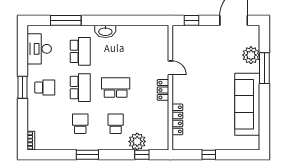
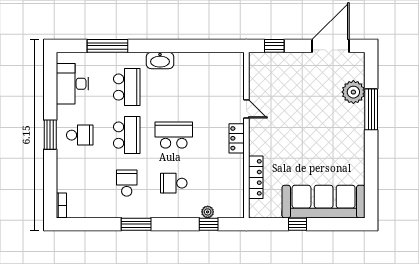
sofa: (247, 104) -> (324, 202), moved, turned 90
school desk: (116, 124) -> (174, 183), turned -90
plant: (137, 141) -> (208, 212), width x0.53, depth x0.53

